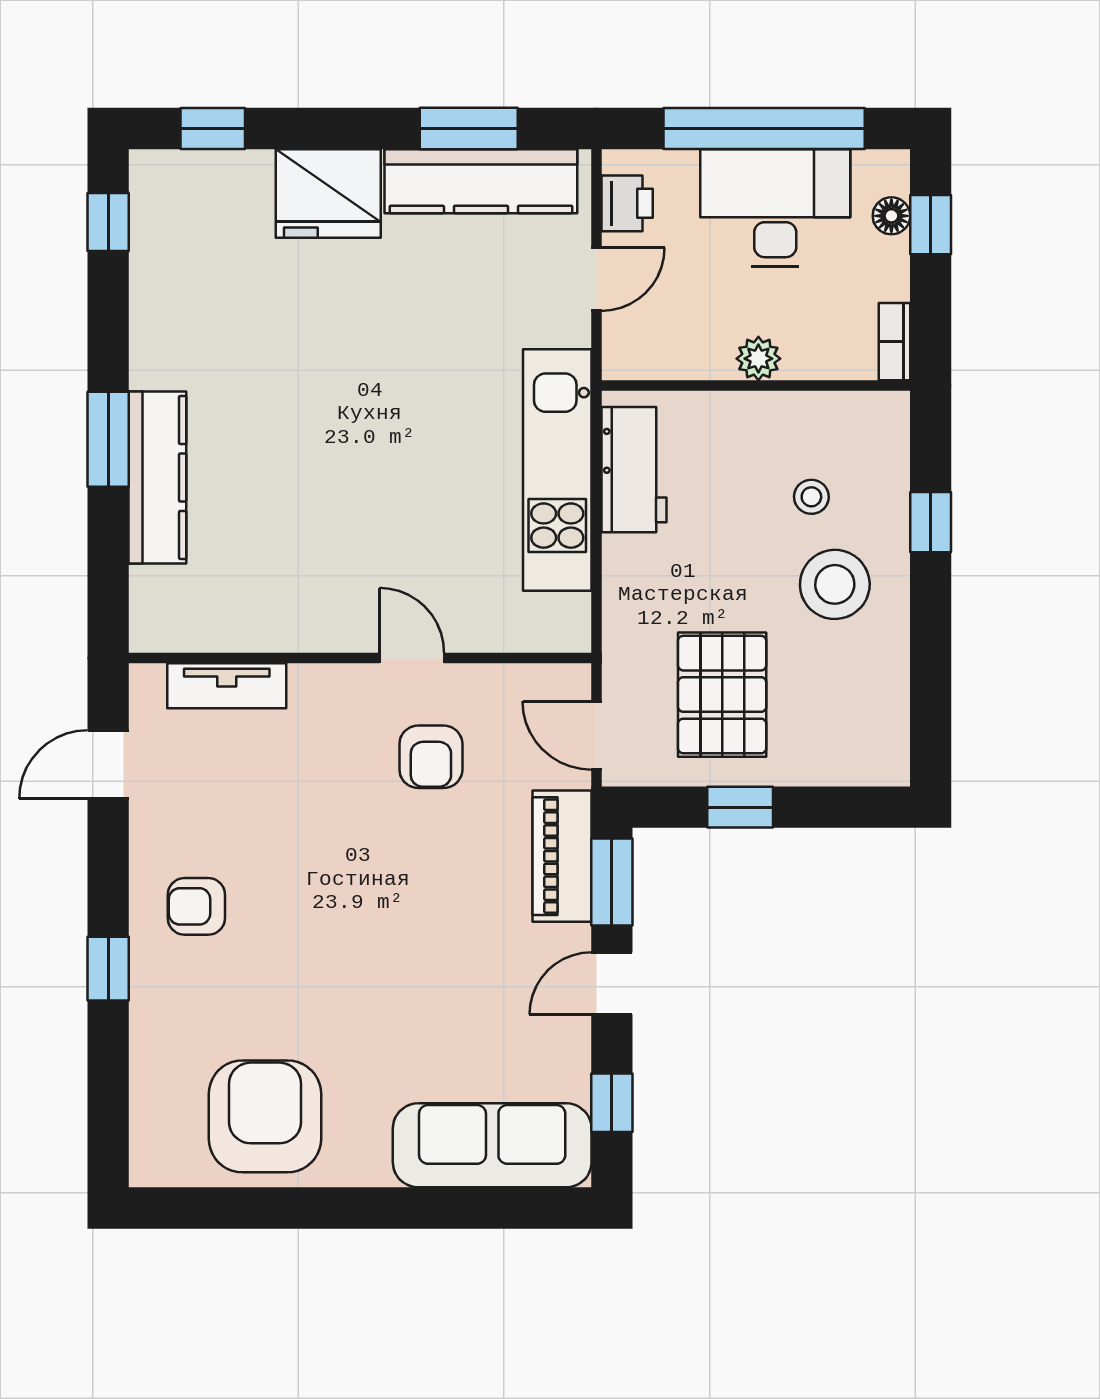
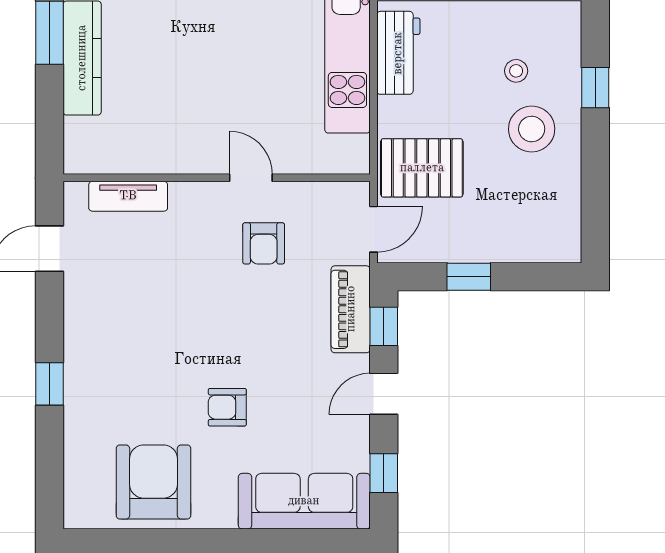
pallet: (722, 695) -> (422, 168), moved, turned 90
door: (596, 735) -> (373, 229), swing flipped
window: (612, 882) -> (384, 326), width x0.67
armchair: (196, 906) -> (227, 407), moved

